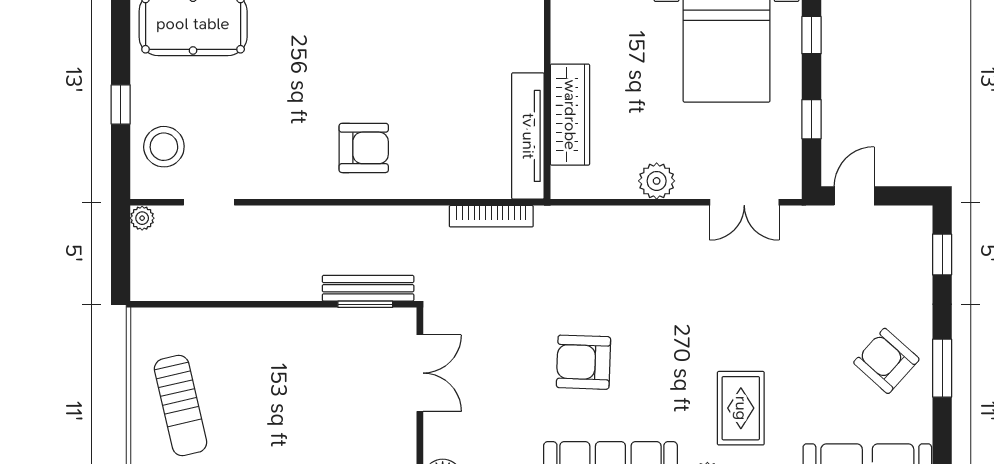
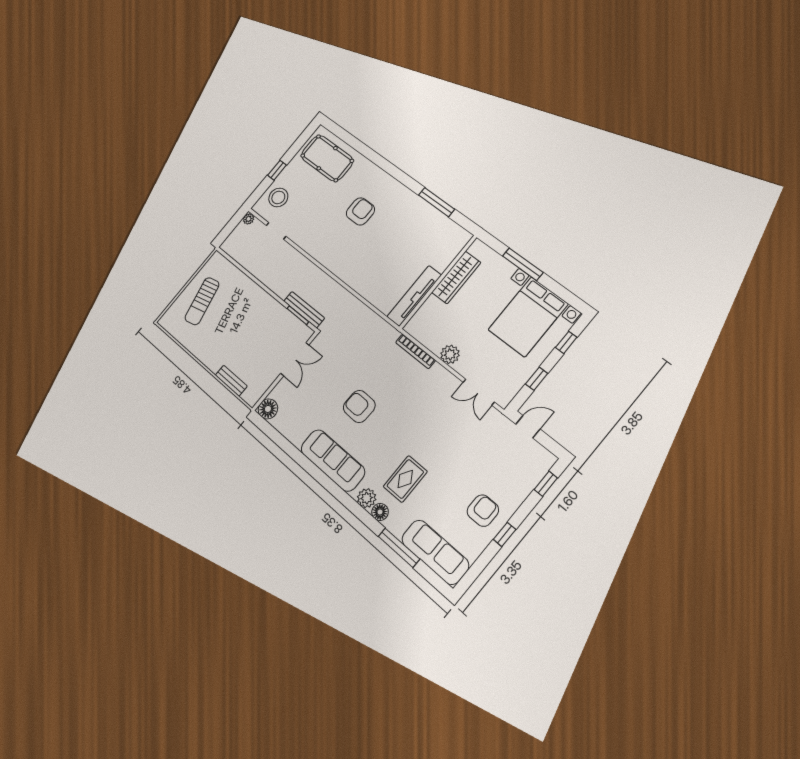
wardrobe: (570, 115) -> (456, 277), moved
armchair: (364, 148) -> (360, 211), moved, turned -90
bookcase: (491, 216) -> (416, 351), moved
armchair: (886, 361) -> (483, 511), turned 48
window: (942, 368) -> (505, 534), width x0.67

